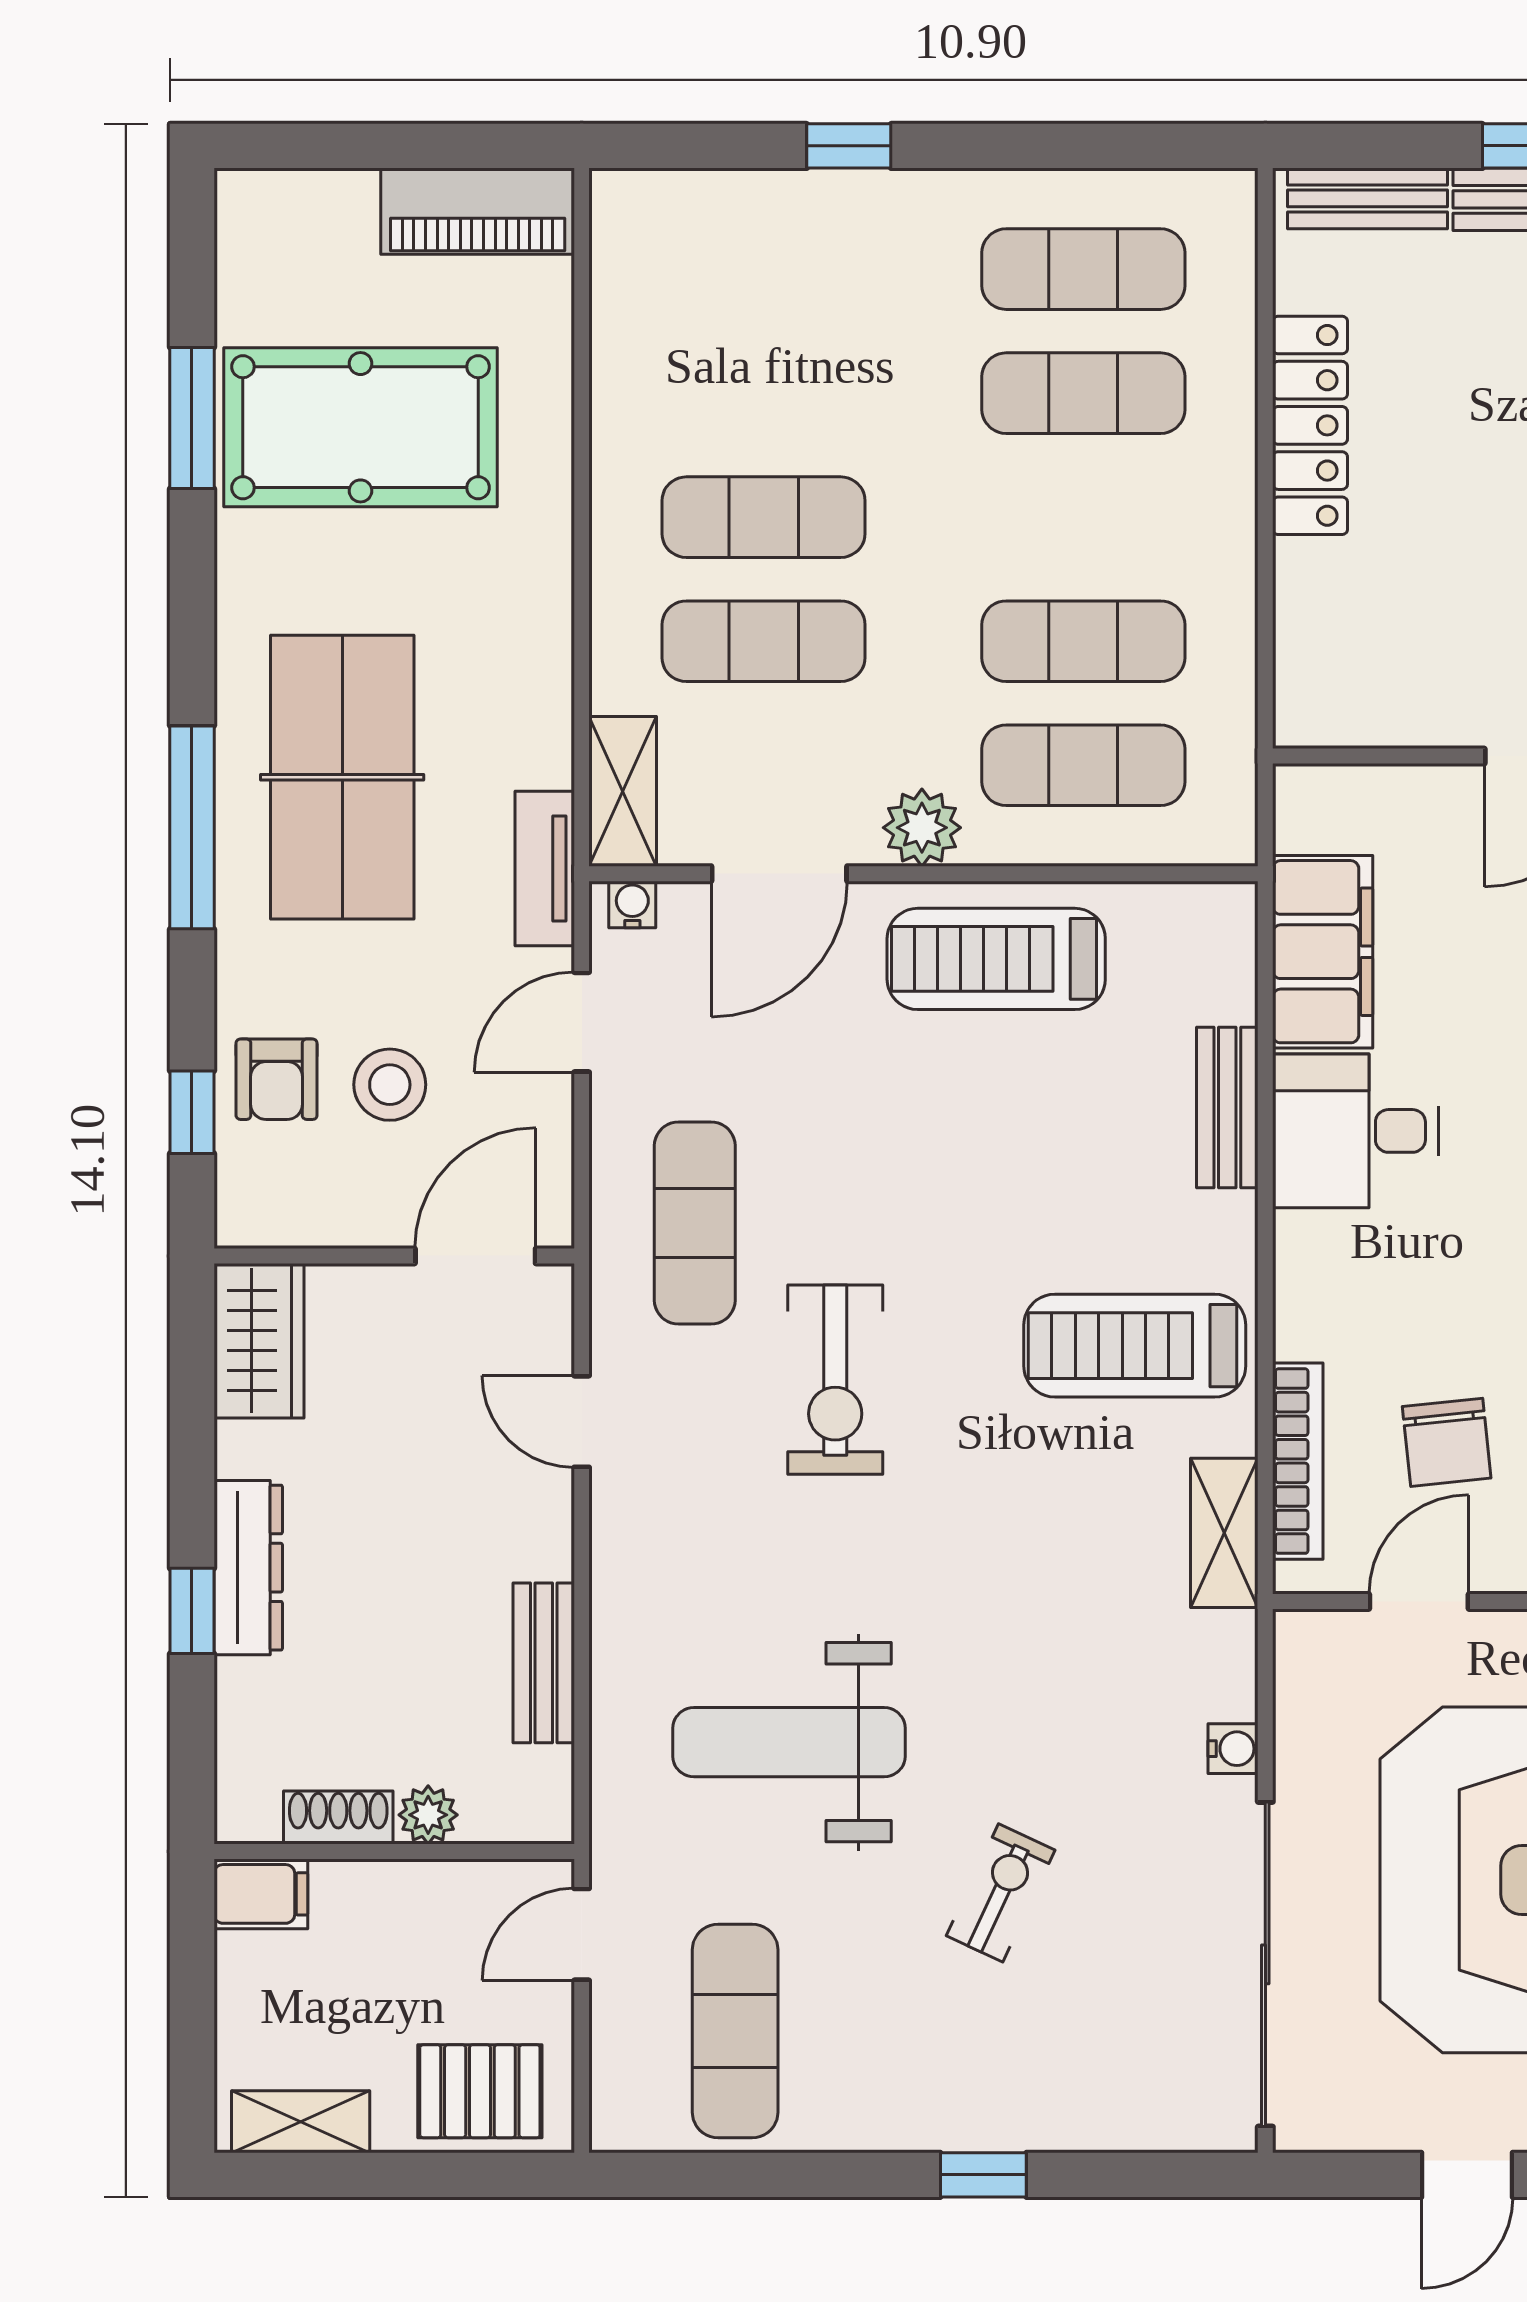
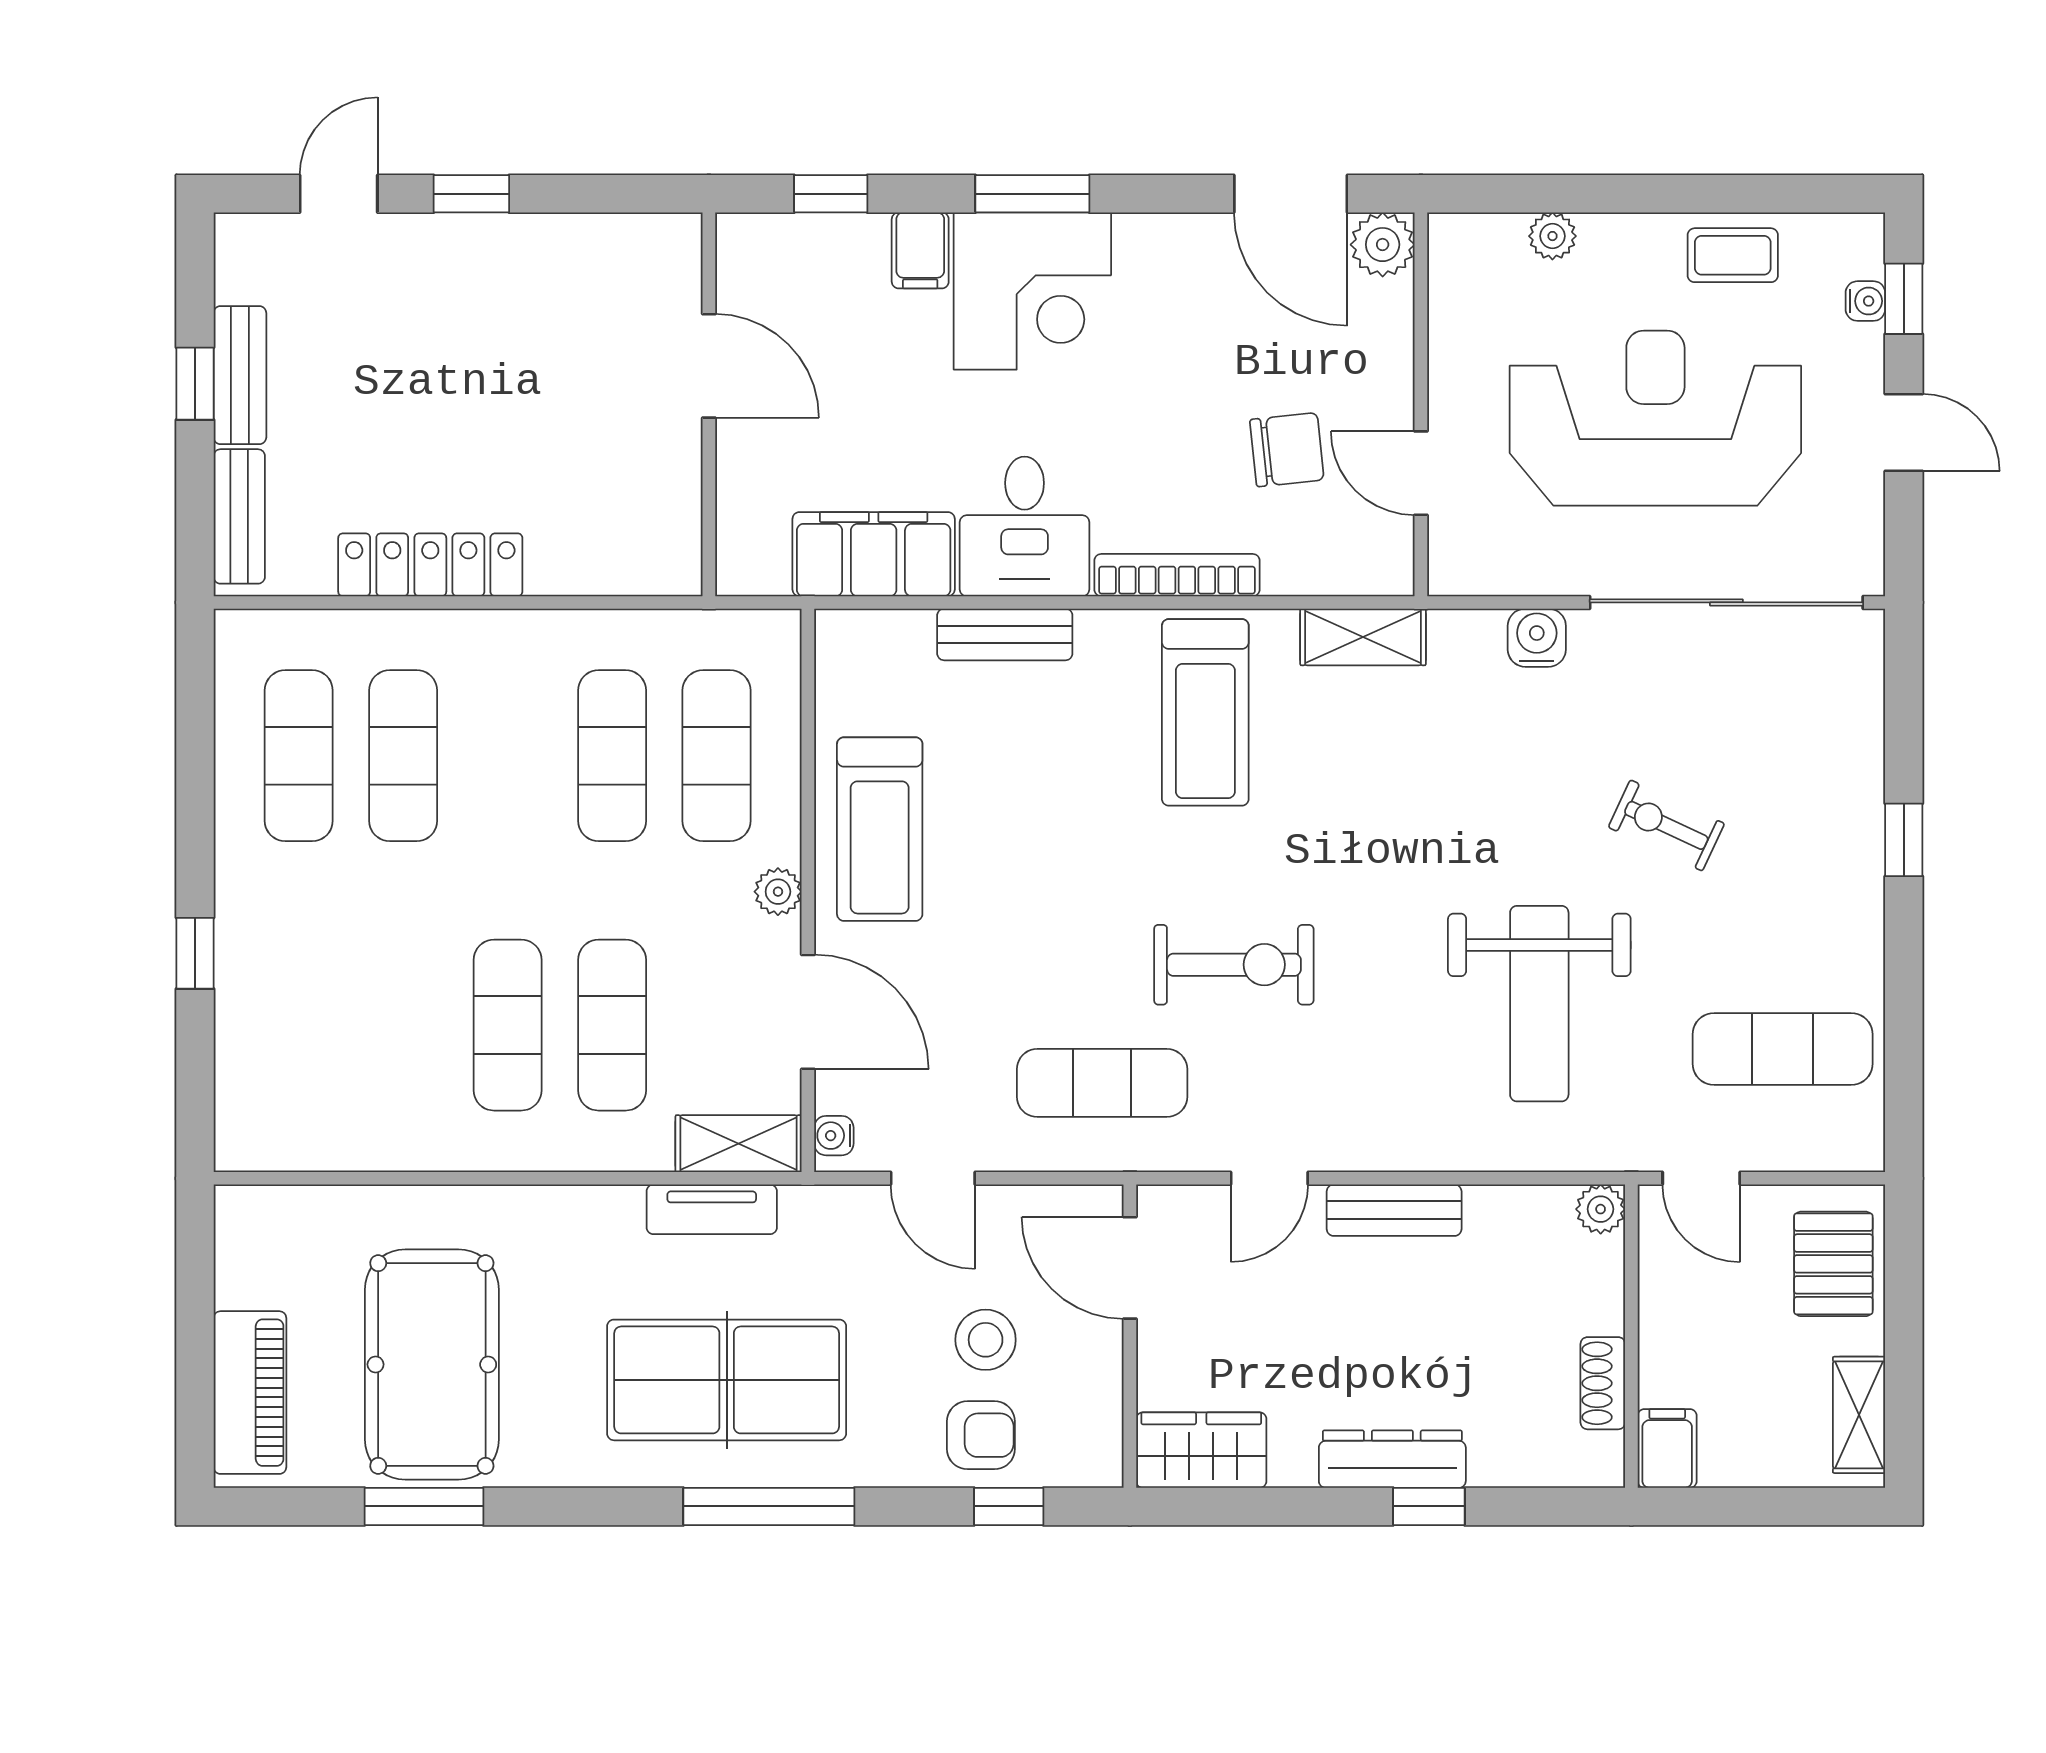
piano: (478, 211) -> (250, 1393), moved
plant: (922, 828) -> (778, 892), width x0.73, depth x0.73
tv unit: (545, 868) -> (712, 1209), moved
bookcase: (1298, 1461) -> (1177, 575), moved
bench: (544, 1663) -> (1394, 1210), moved
water cooler: (1233, 1749) -> (1537, 638), width x1.38, depth x1.38
plant: (428, 1815) -> (1601, 1209), moved

